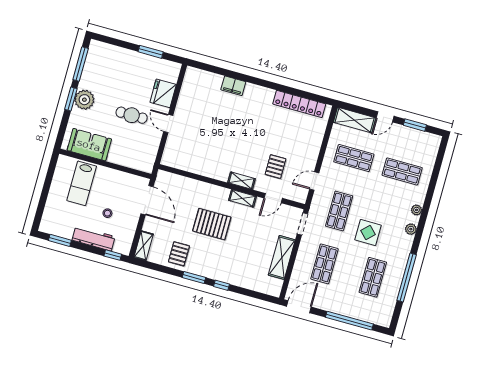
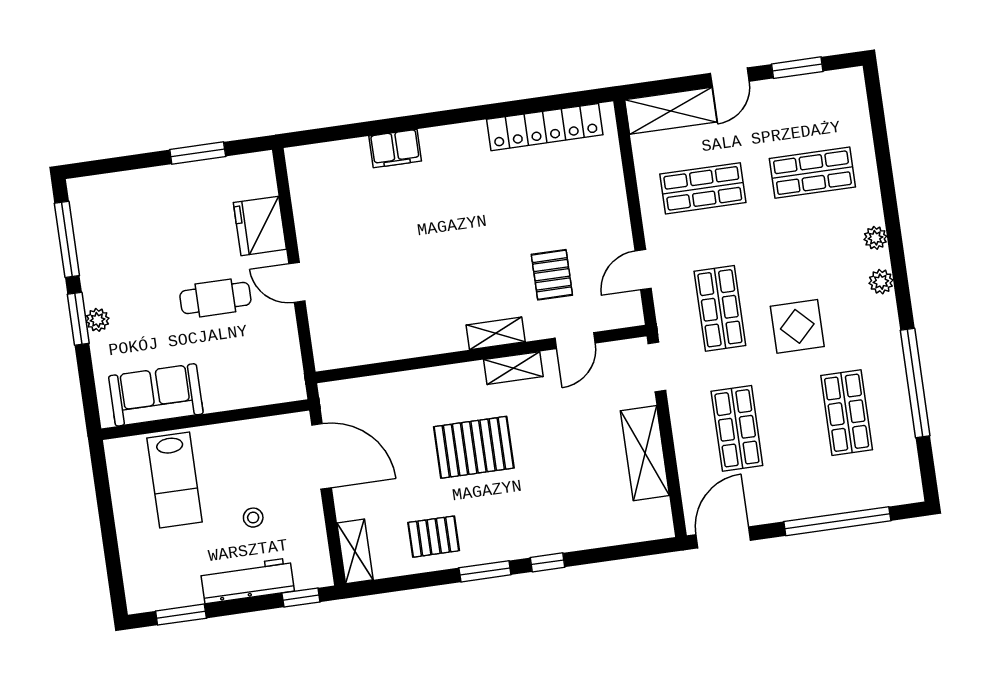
plant: (84, 100) -> (98, 320), width x0.53, depth x0.53
pallet: (179, 254) -> (434, 537), turned 90

